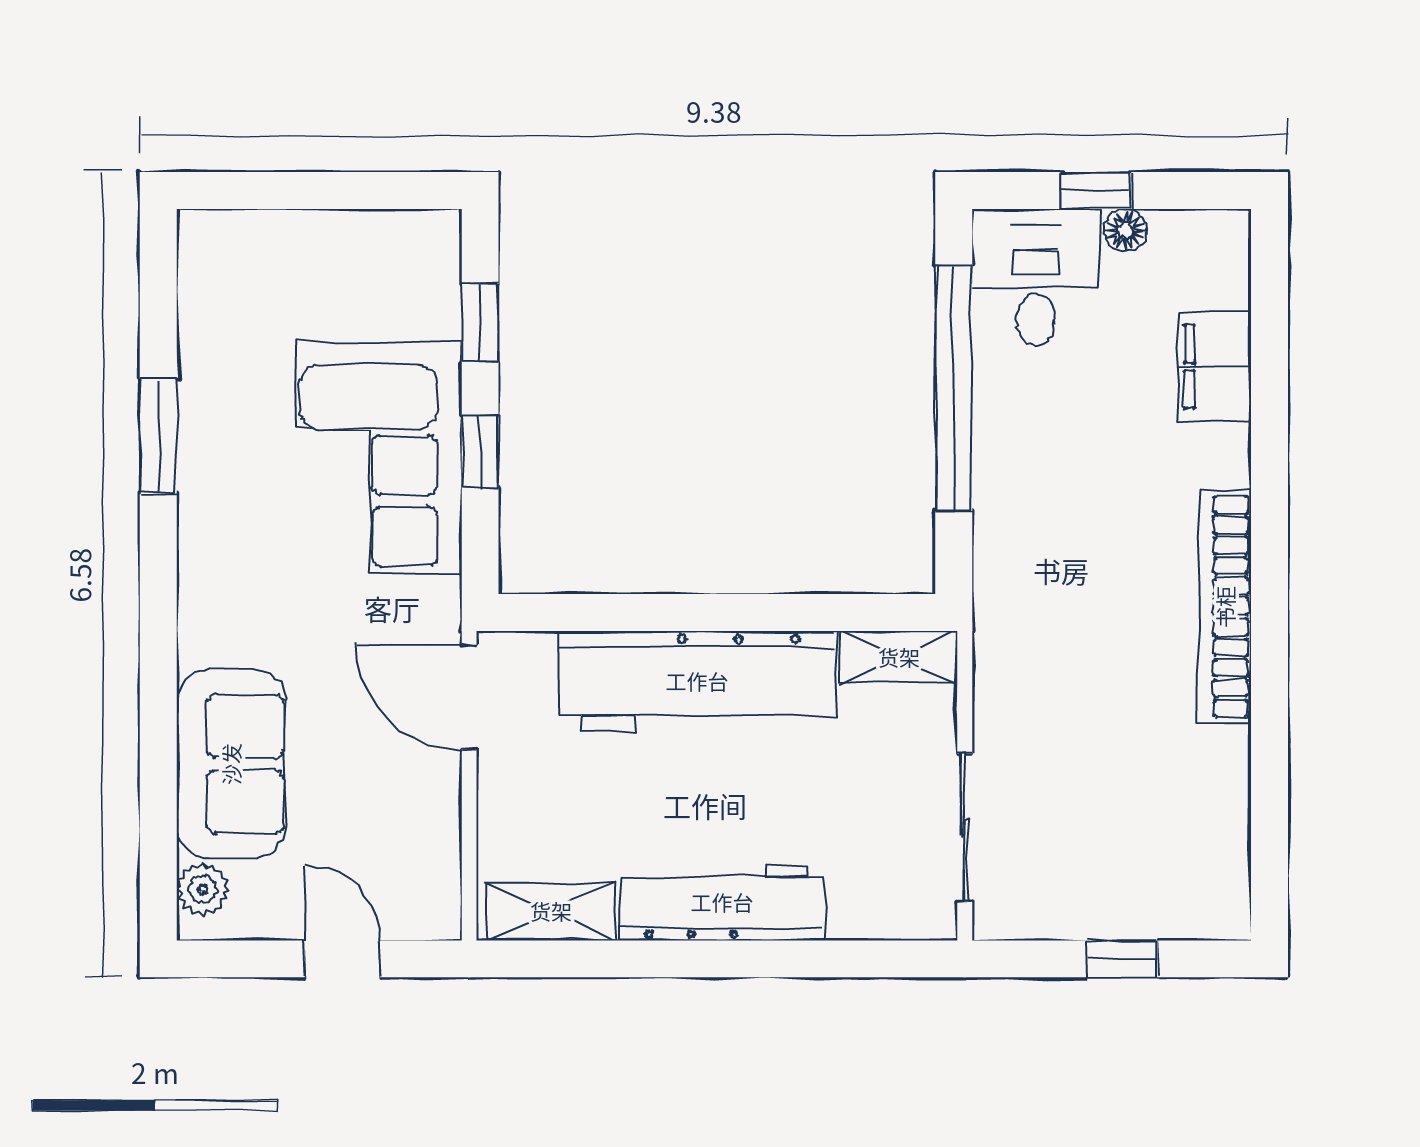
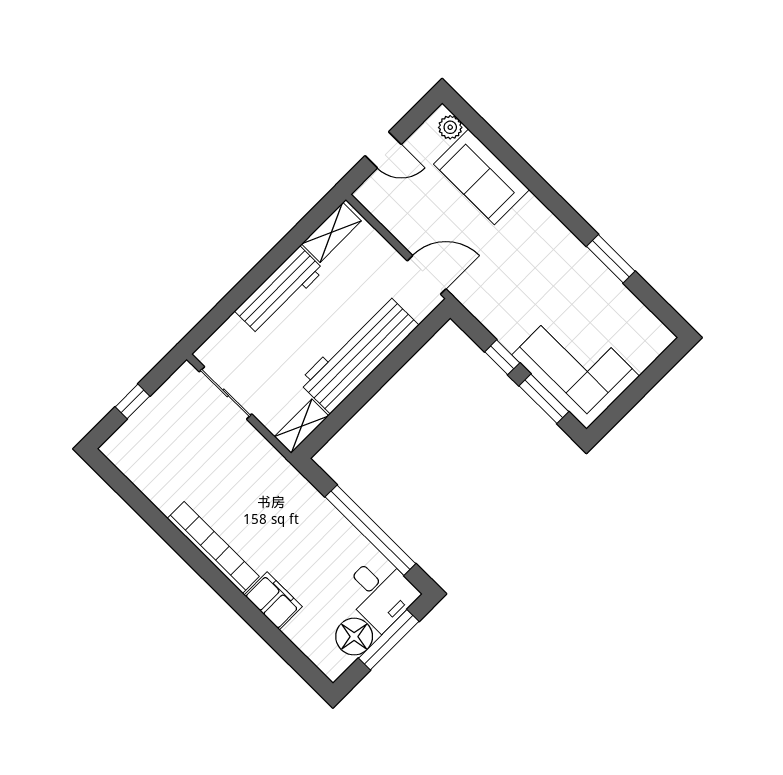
window: (1096, 190) -> (389, 640), width x2.17
floor lamp: (1126, 230) -> (354, 637), width x1.89, depth x1.89
window: (480, 323) -> (544, 399), width x1.50
filing cabinet: (1215, 367) -> (273, 601), moved
corner sofa: (379, 457) -> (576, 365), moved

